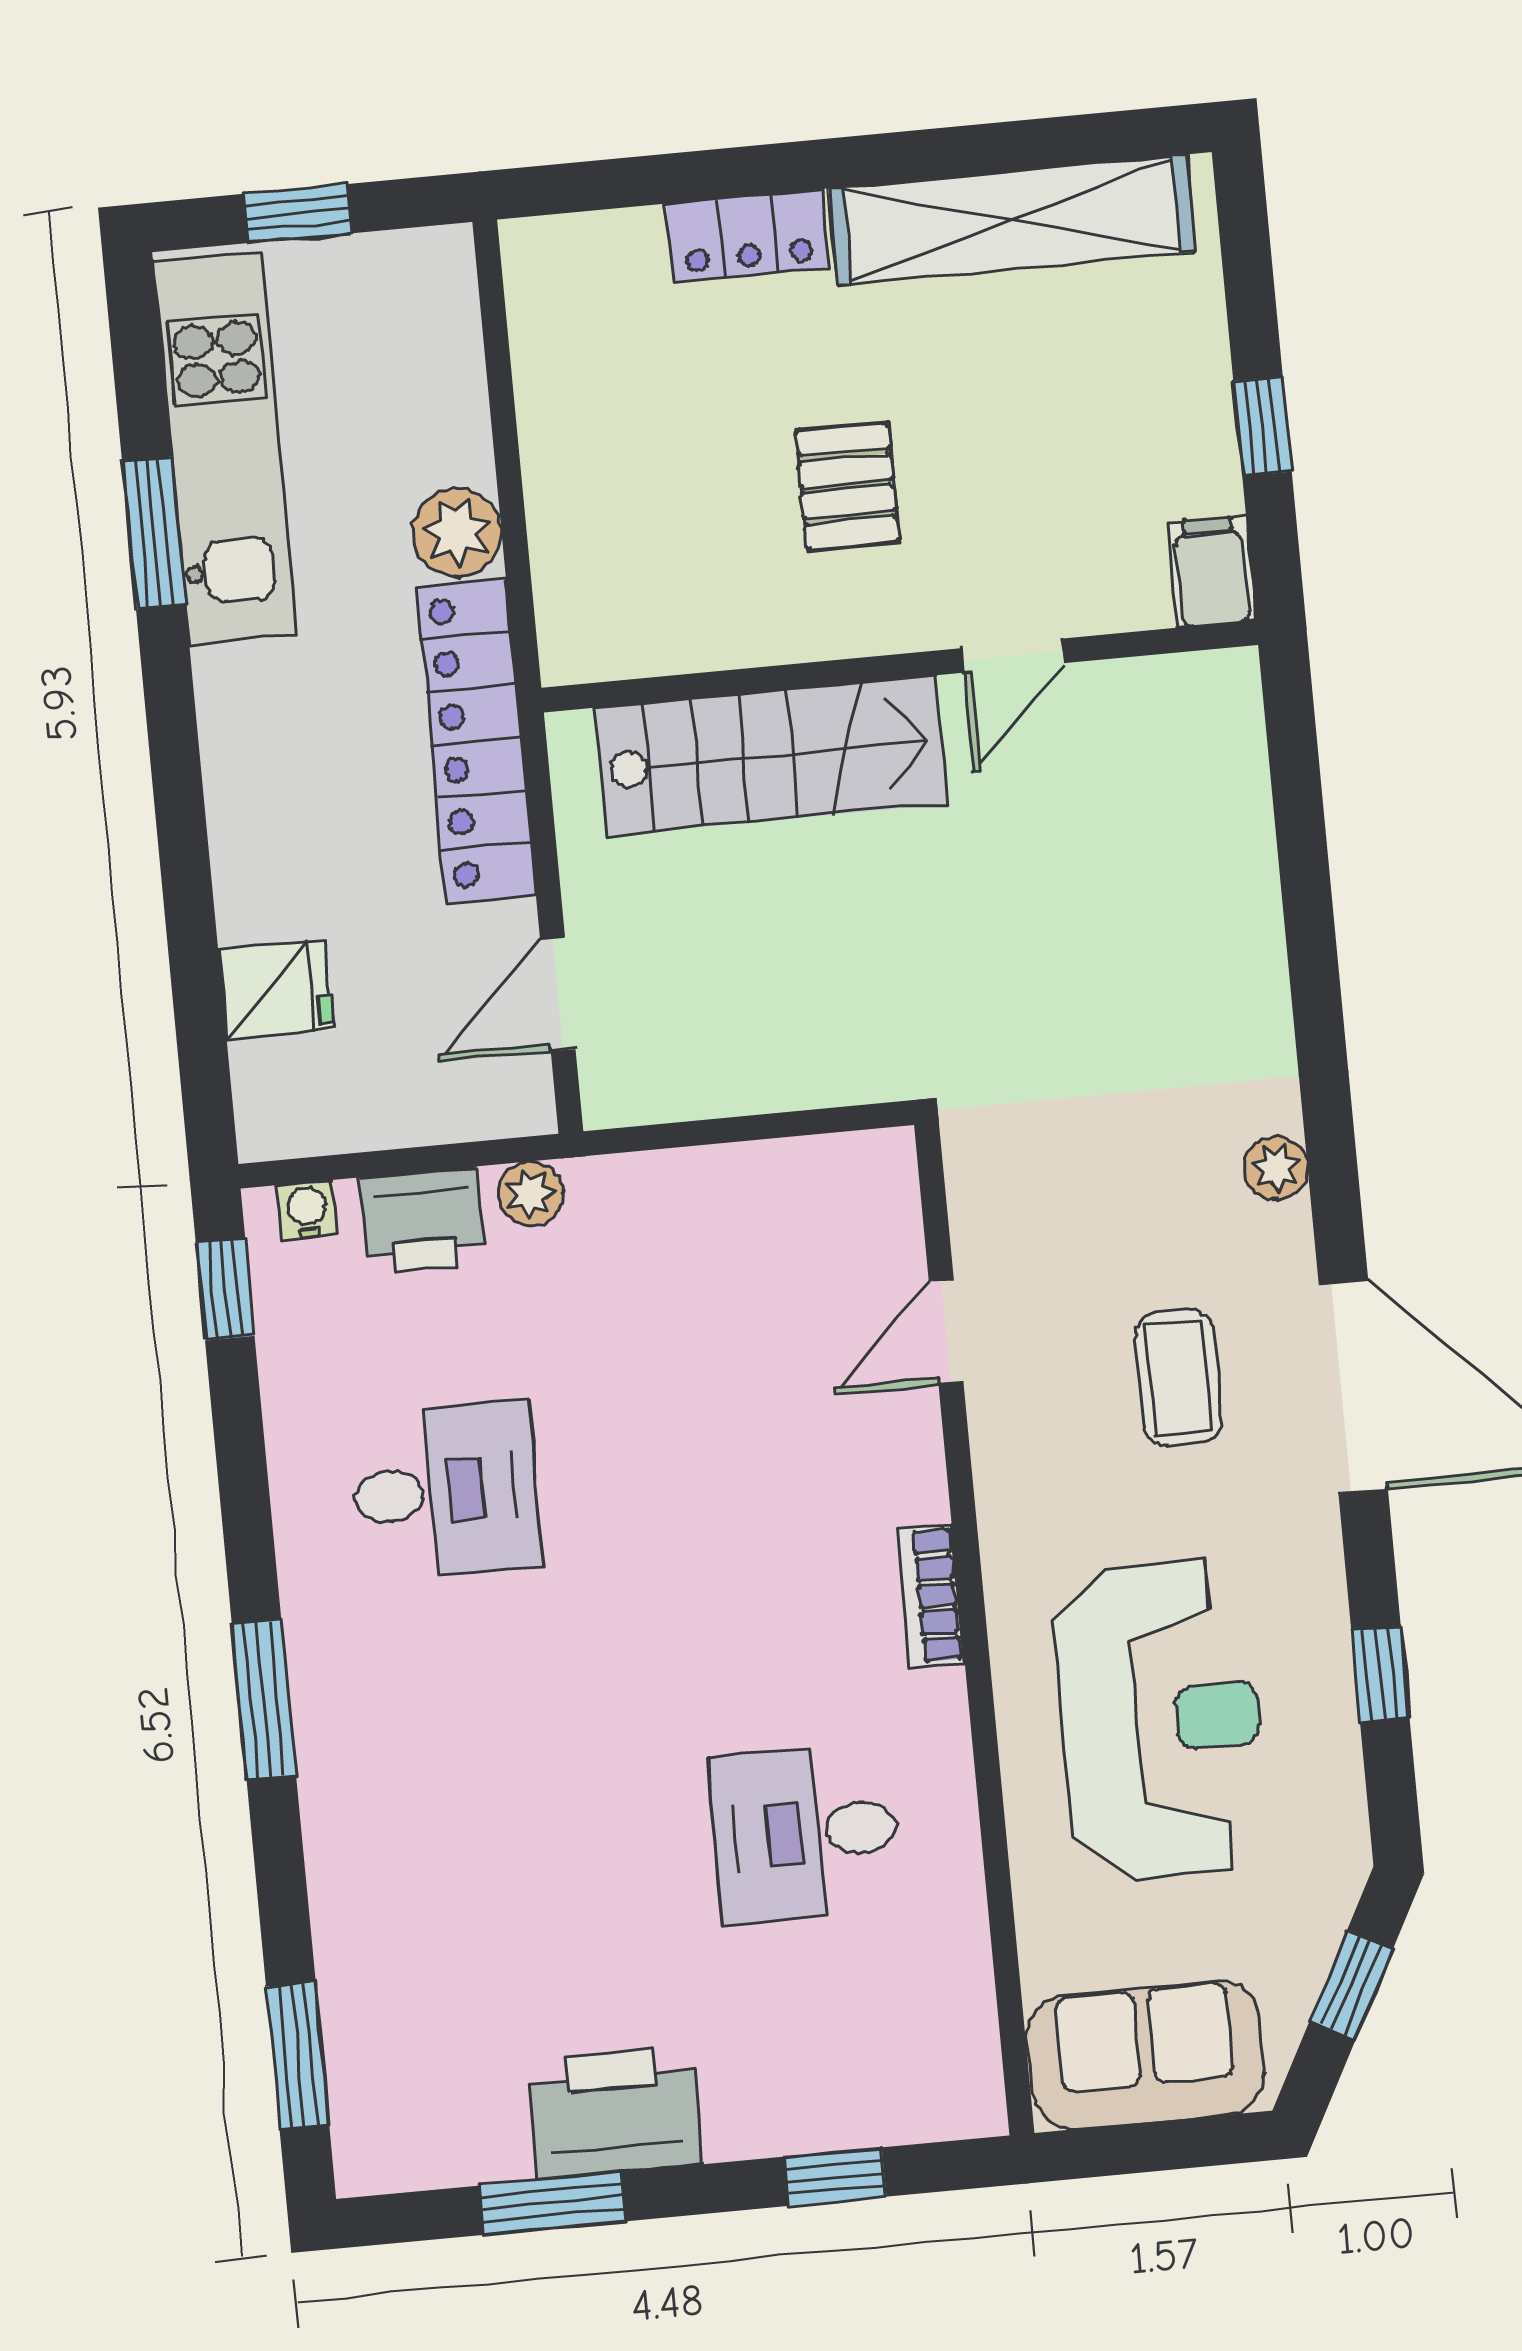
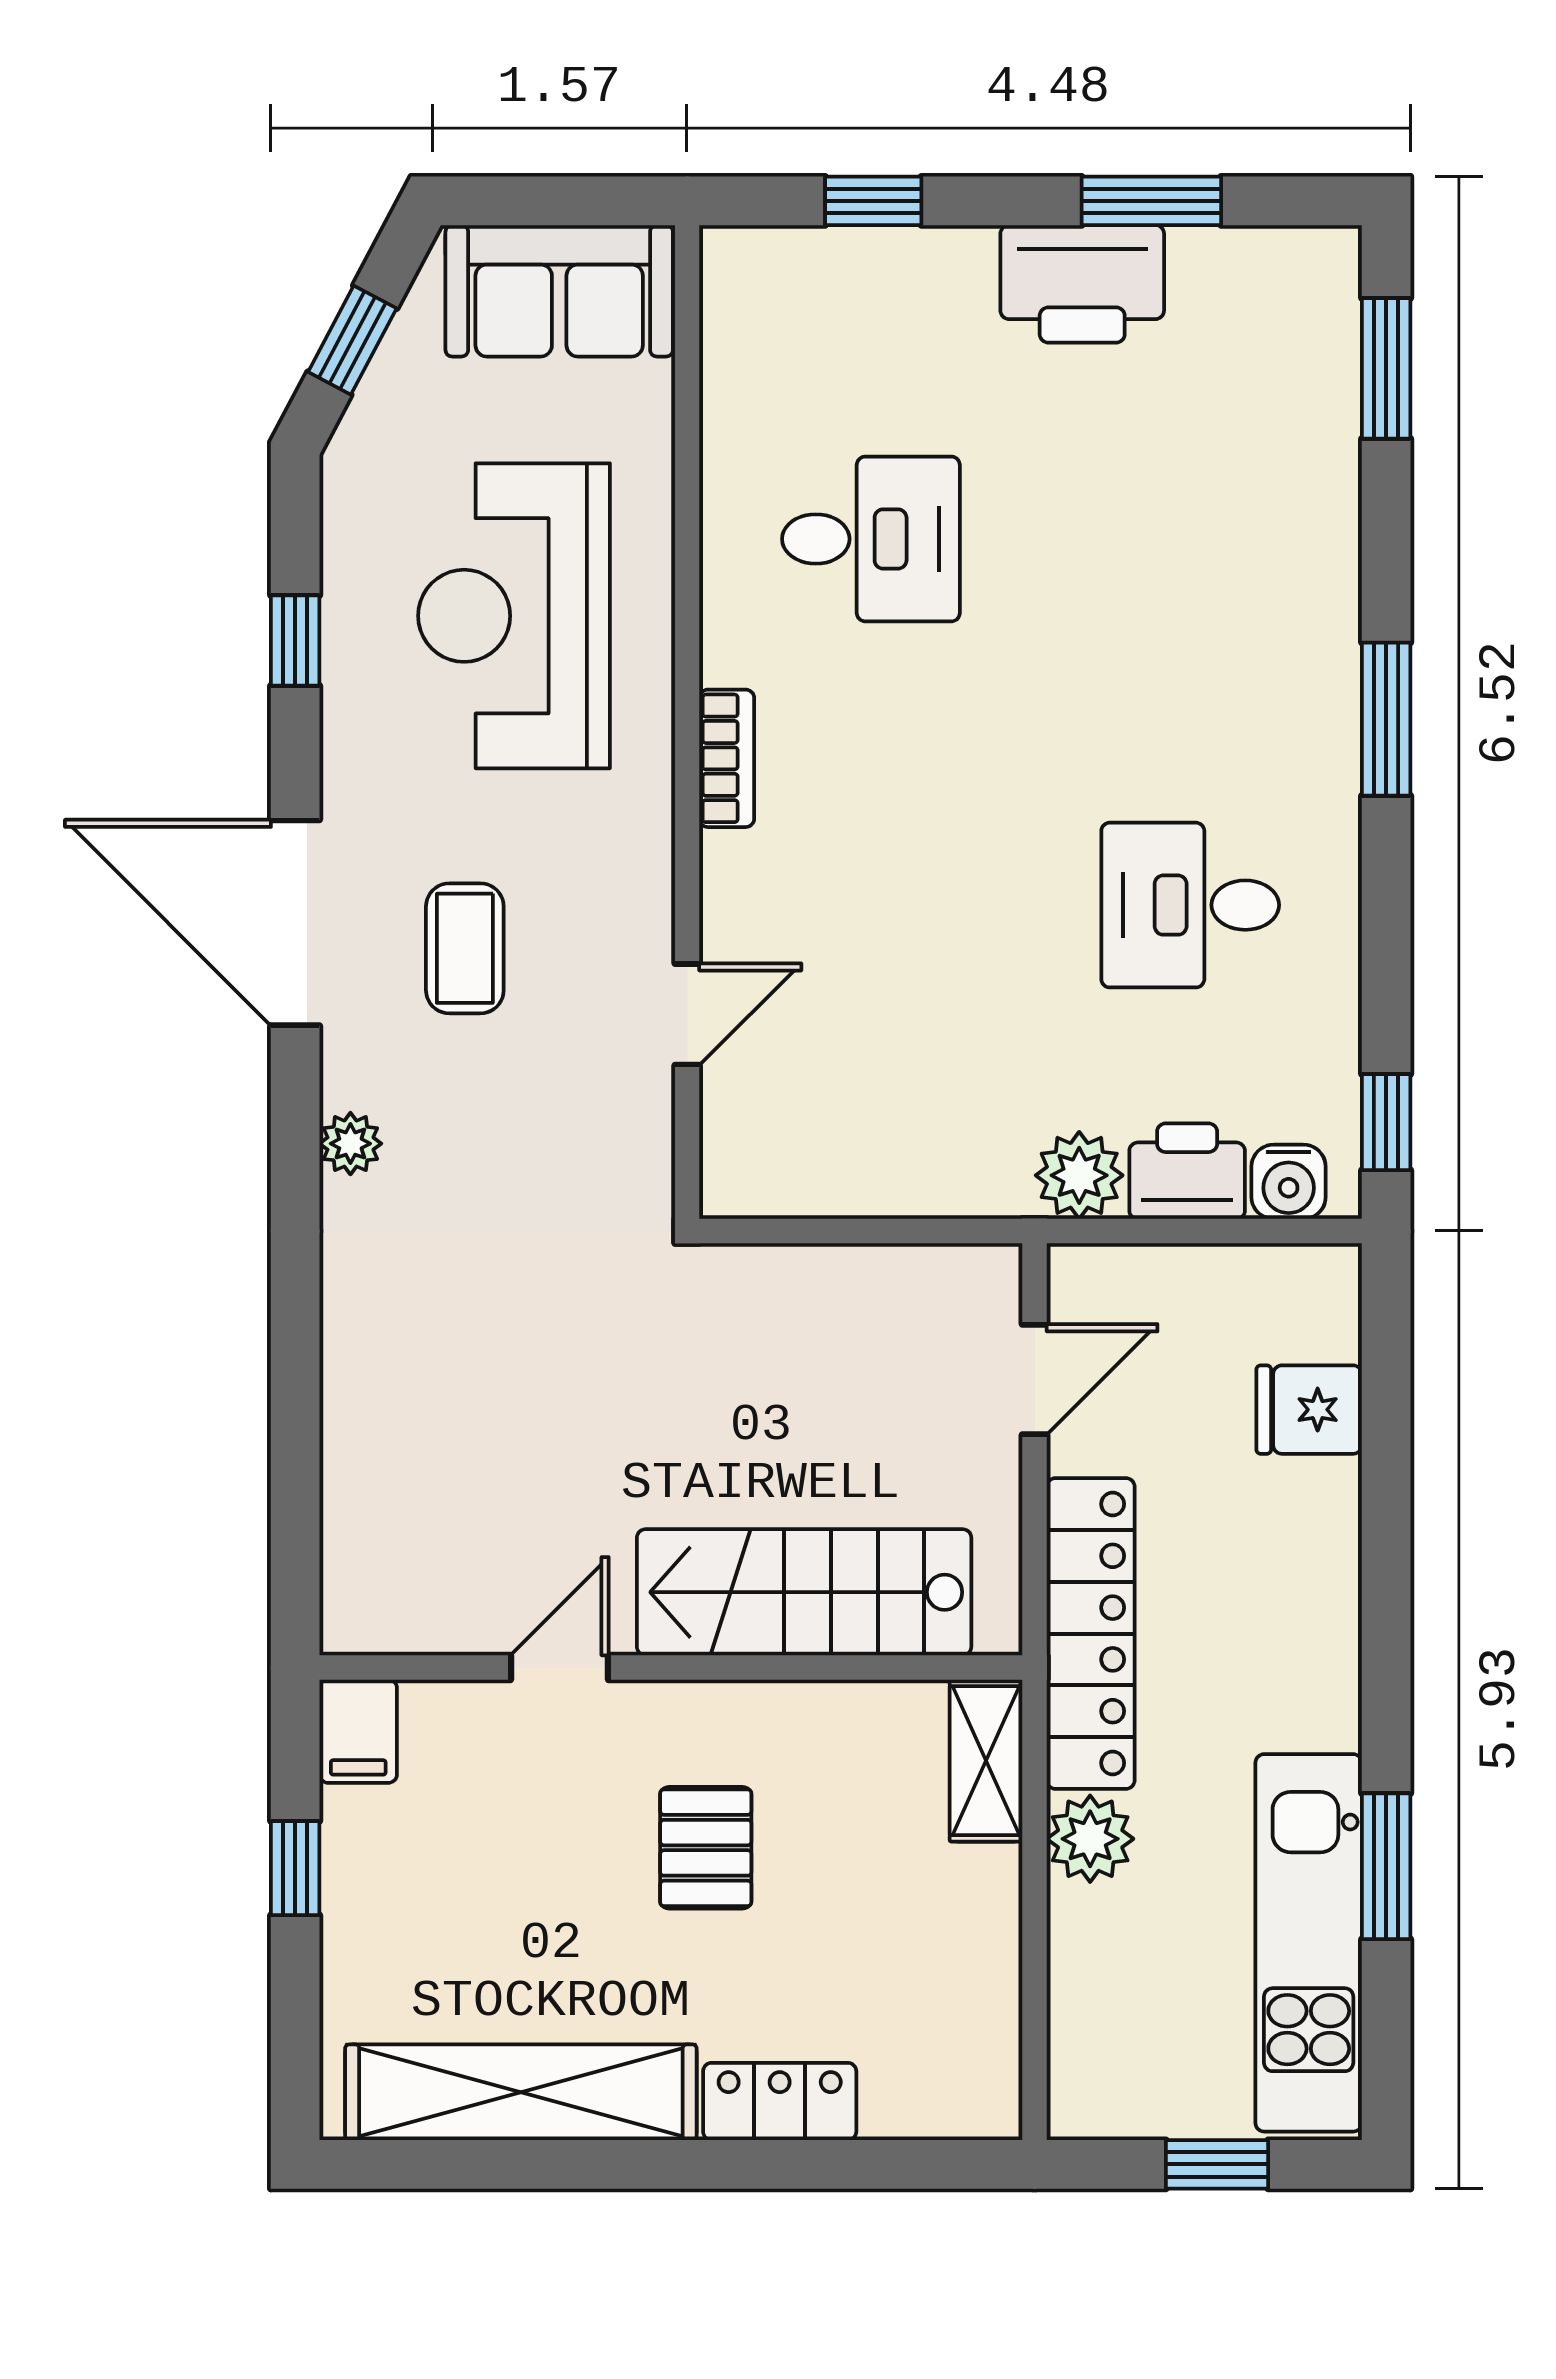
shelving: (571, 602) -> (986, 1761), added
plant: (531, 1194) -> (1079, 1175), width x1.38, depth x1.38
water cooler: (307, 1210) -> (1289, 1182), width x1.38, depth x1.38

